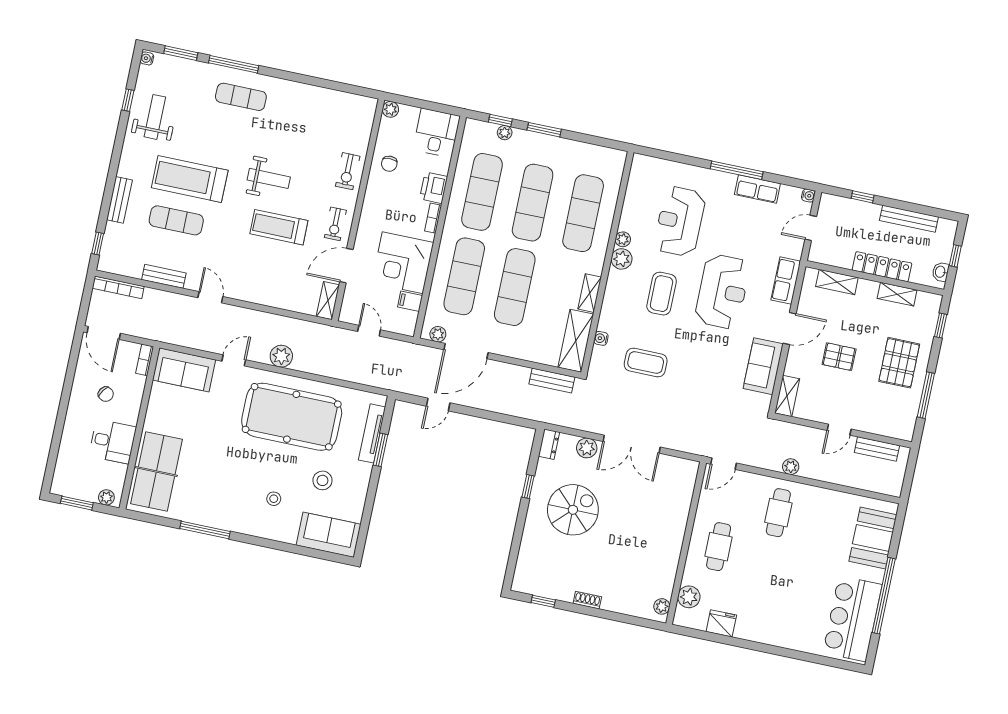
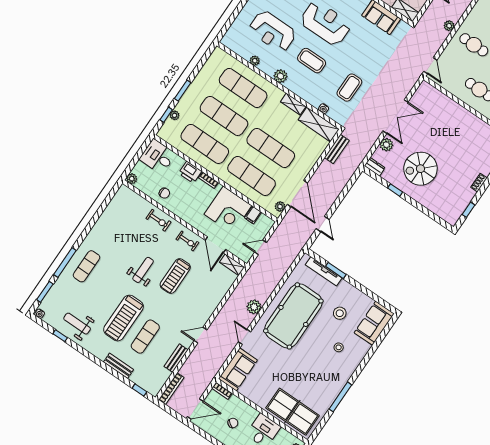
plant: (623, 239) -> (255, 61), moved
spiral stairs: (573, 510) -> (420, 169), turned -90

